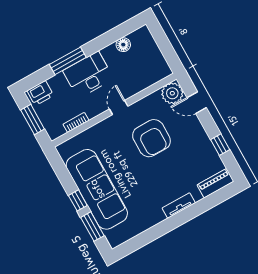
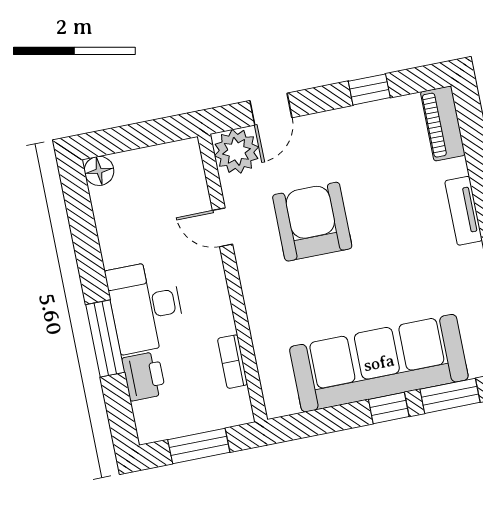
floor lamp: (123, 45) -> (99, 171), moved
printer: (40, 93) -> (144, 376), moved
door: (119, 108) -> (222, 227), moved
armchair: (151, 138) -> (312, 222), turned -90

